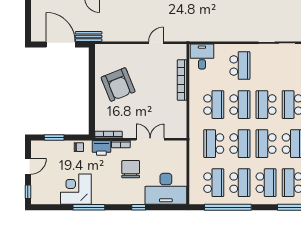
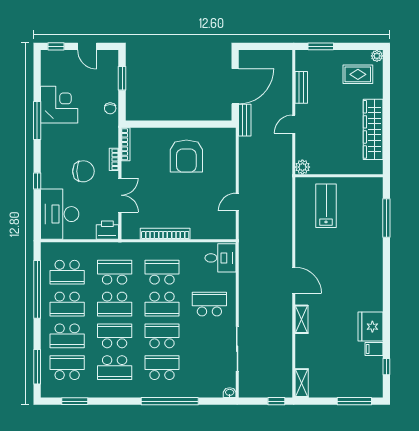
door: (156, 43) -> (237, 202), swing flipped
school desk: (240, 66) -> (209, 304), turned 180
bookcase: (182, 80) -> (165, 234), moved
armchair: (118, 85) -> (186, 156), turned -68
school desk: (214, 105) -> (162, 272), turned 180
printer: (101, 148) -> (107, 230), moved, turned 90

